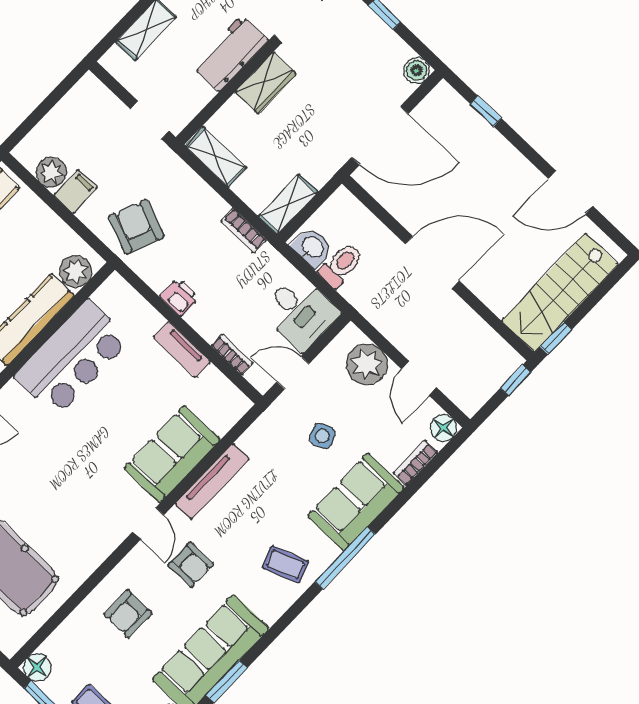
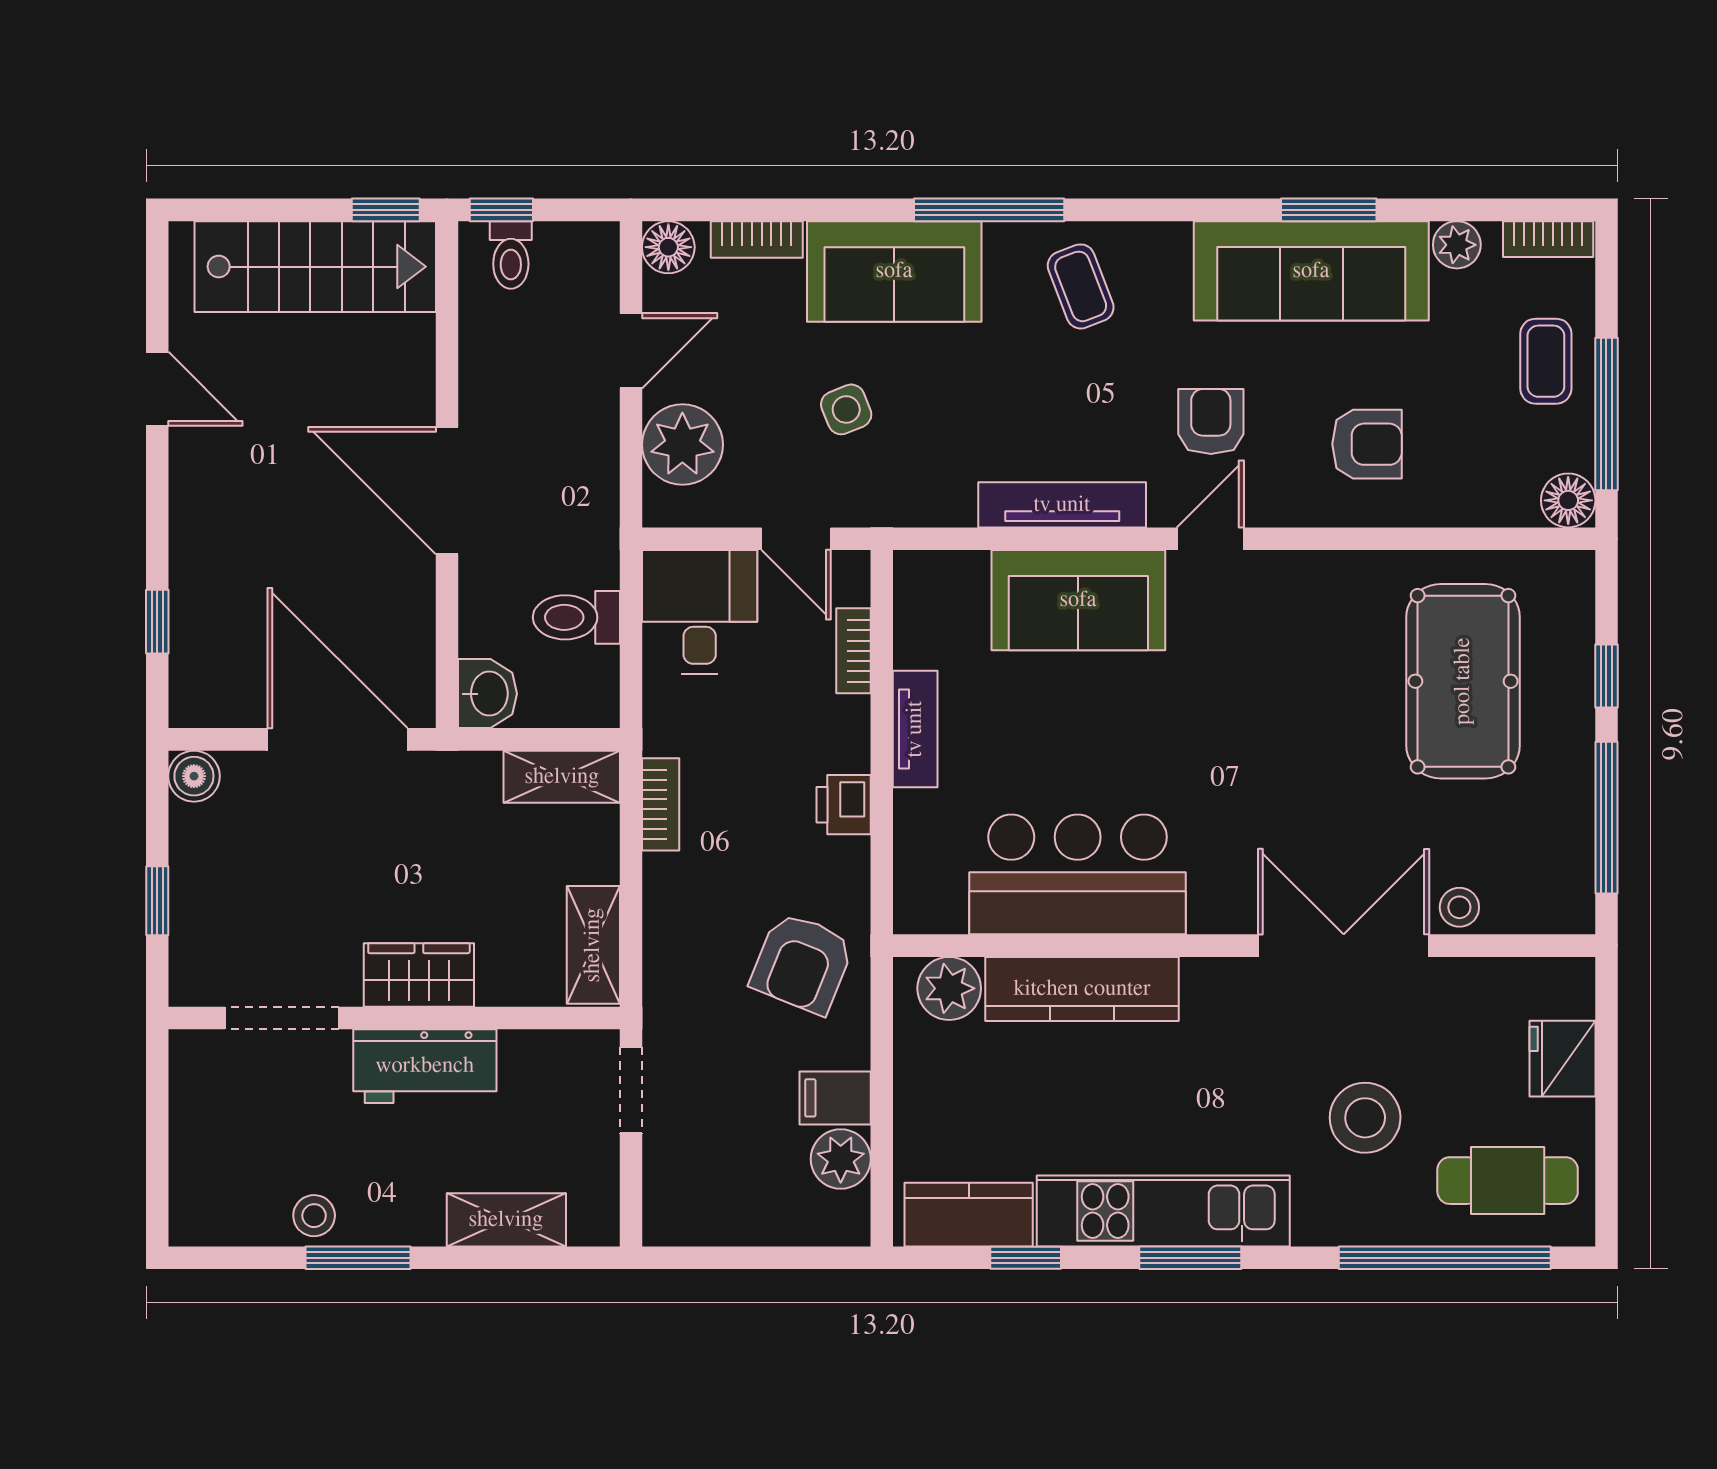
door: (571, 192) -> (157, 389), width x0.73
washbasin: (312, 247) -> (488, 694), moved, turned 180
toilet: (496, 368) -> (511, 255), added

